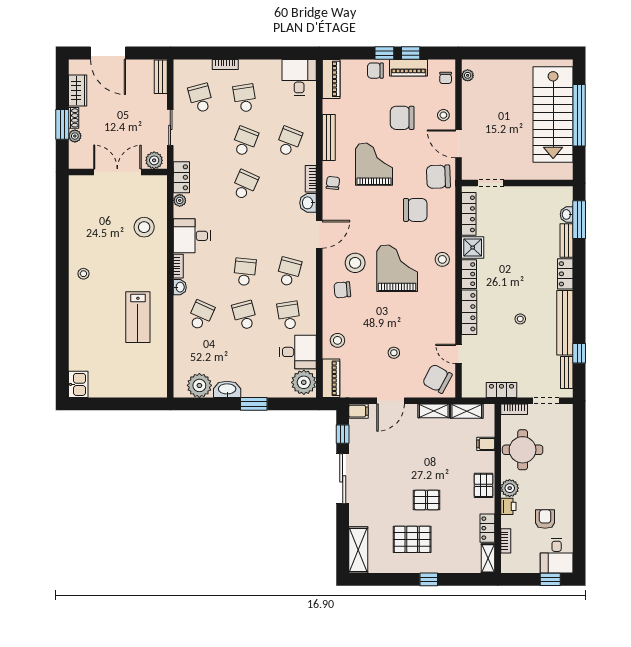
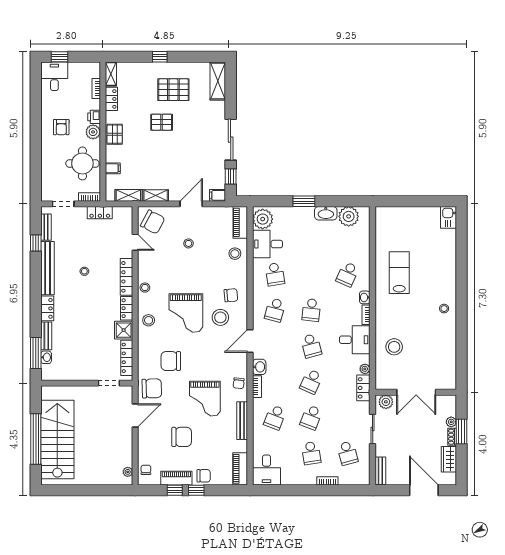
stool: (443, 115) -> (145, 288), moved
door: (459, 144) -> (135, 415), hinge flipped
school desk: (245, 315) -> (311, 346), moved
armchair: (545, 519) -> (61, 127), moved

